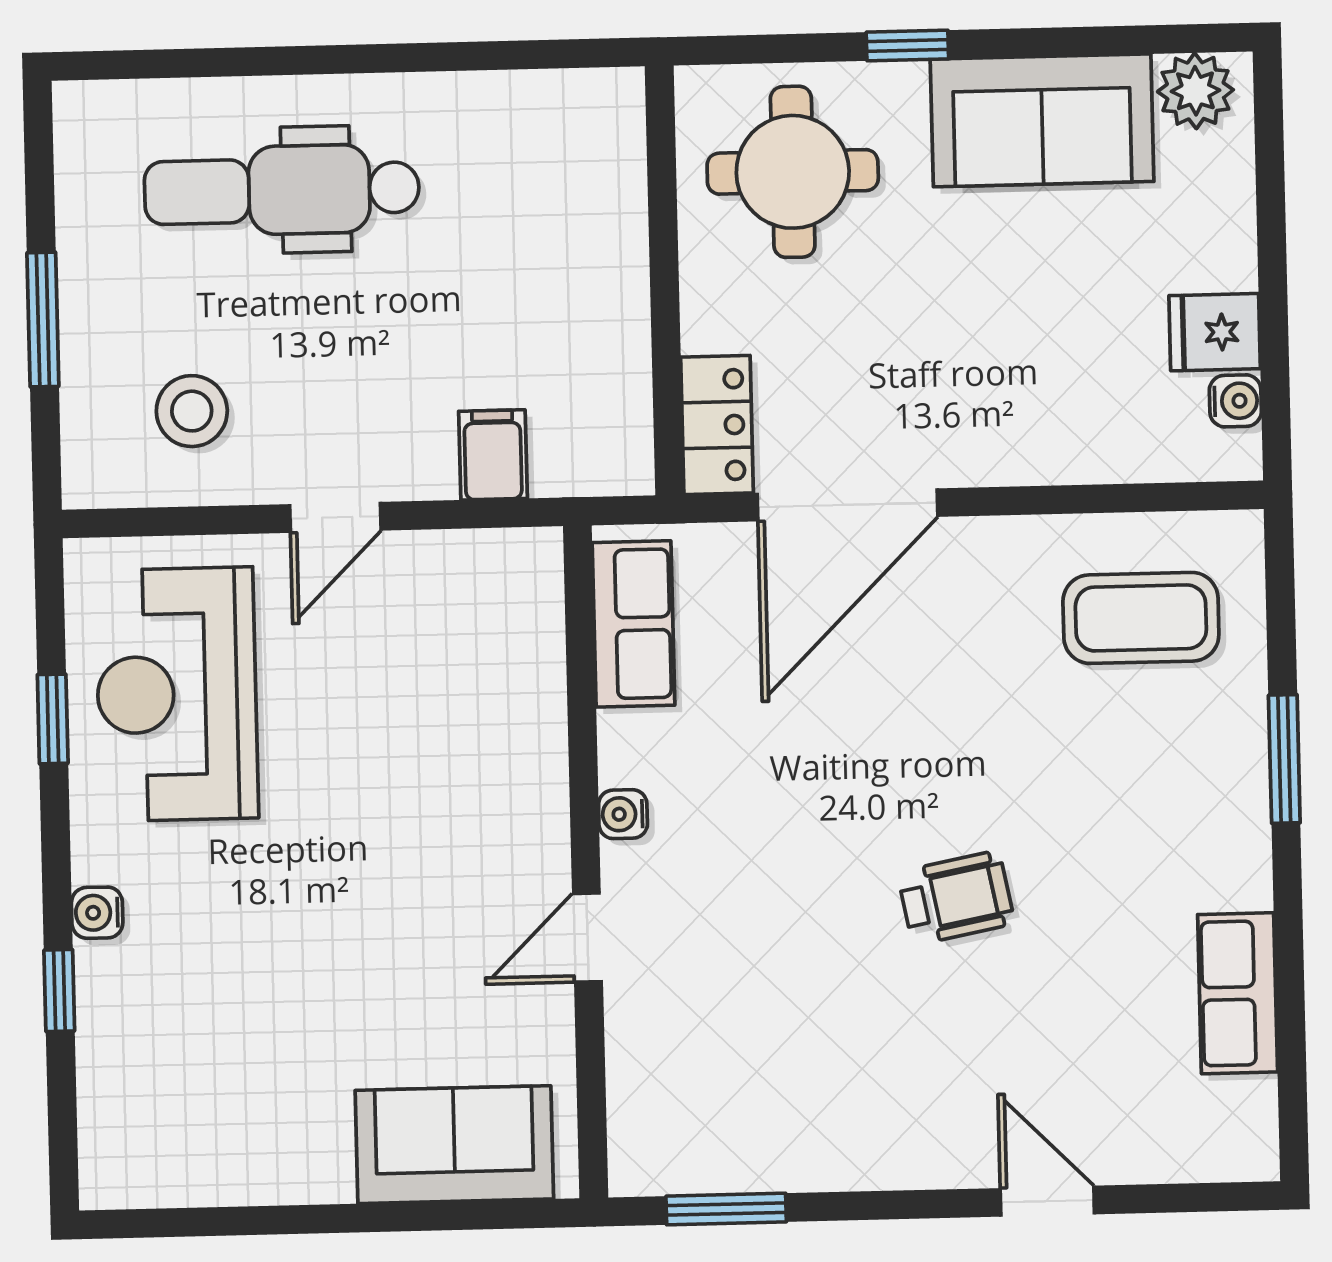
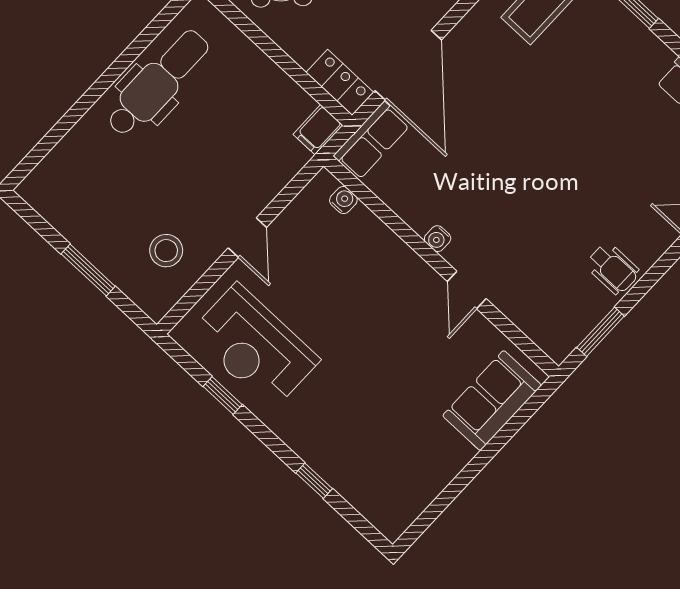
dental chair: (282, 190) -> (158, 83), moved, turned 180
filing cabinet: (493, 455) -> (318, 130), moved, turned -90
row of seats: (633, 624) -> (372, 141), moved, turned 90
wheelchair: (956, 898) -> (613, 269), moved, turned 101
water cooler: (97, 913) -> (343, 200), moved, turned 180

